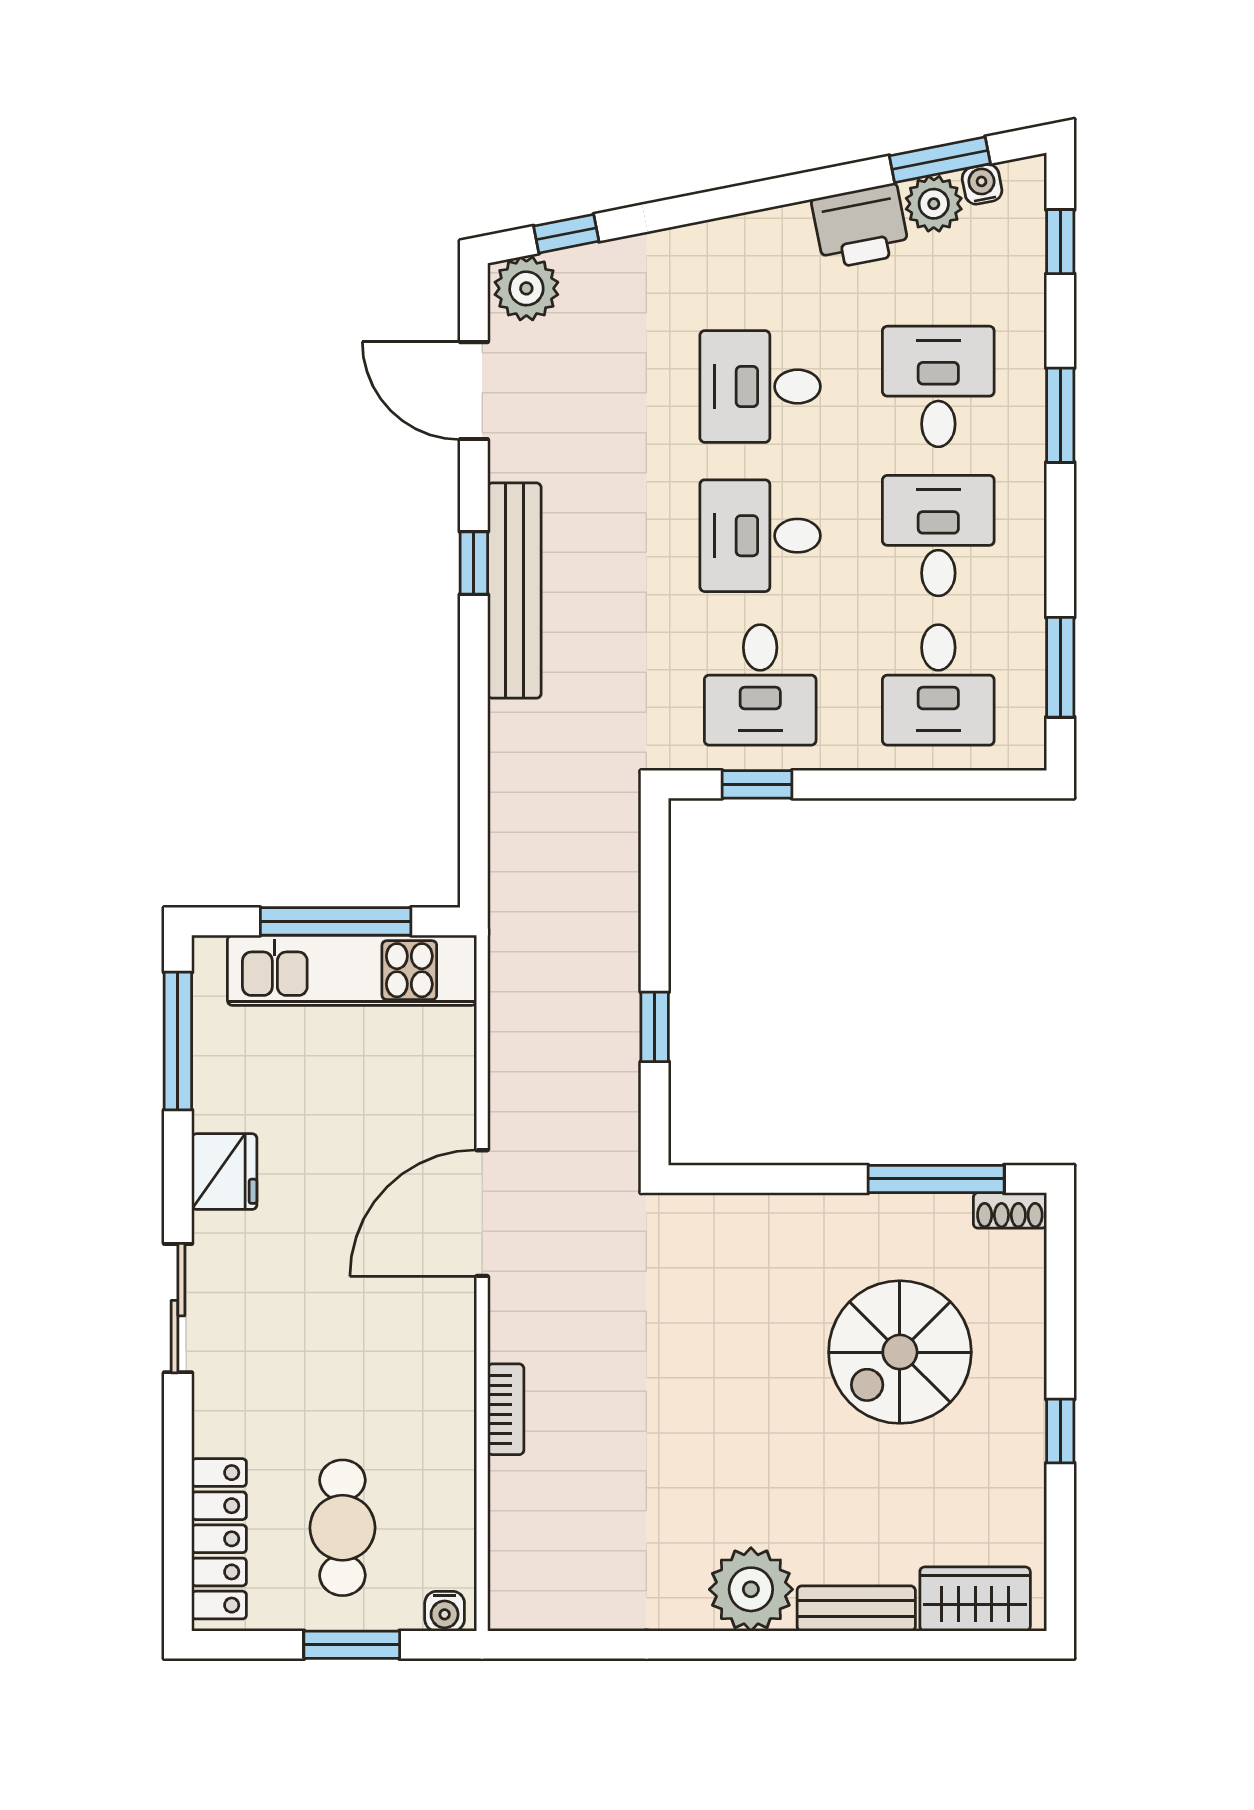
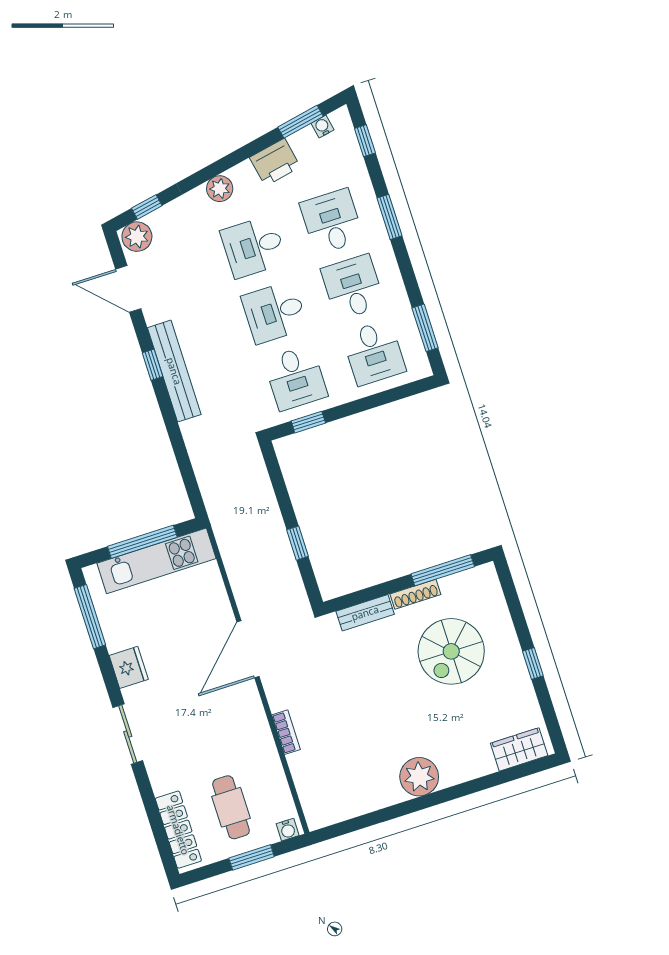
plant: (934, 204) -> (220, 189), moved
shoe rack: (1010, 1210) -> (415, 594), moved, width x1.43
bench: (856, 1608) -> (365, 613), moved

